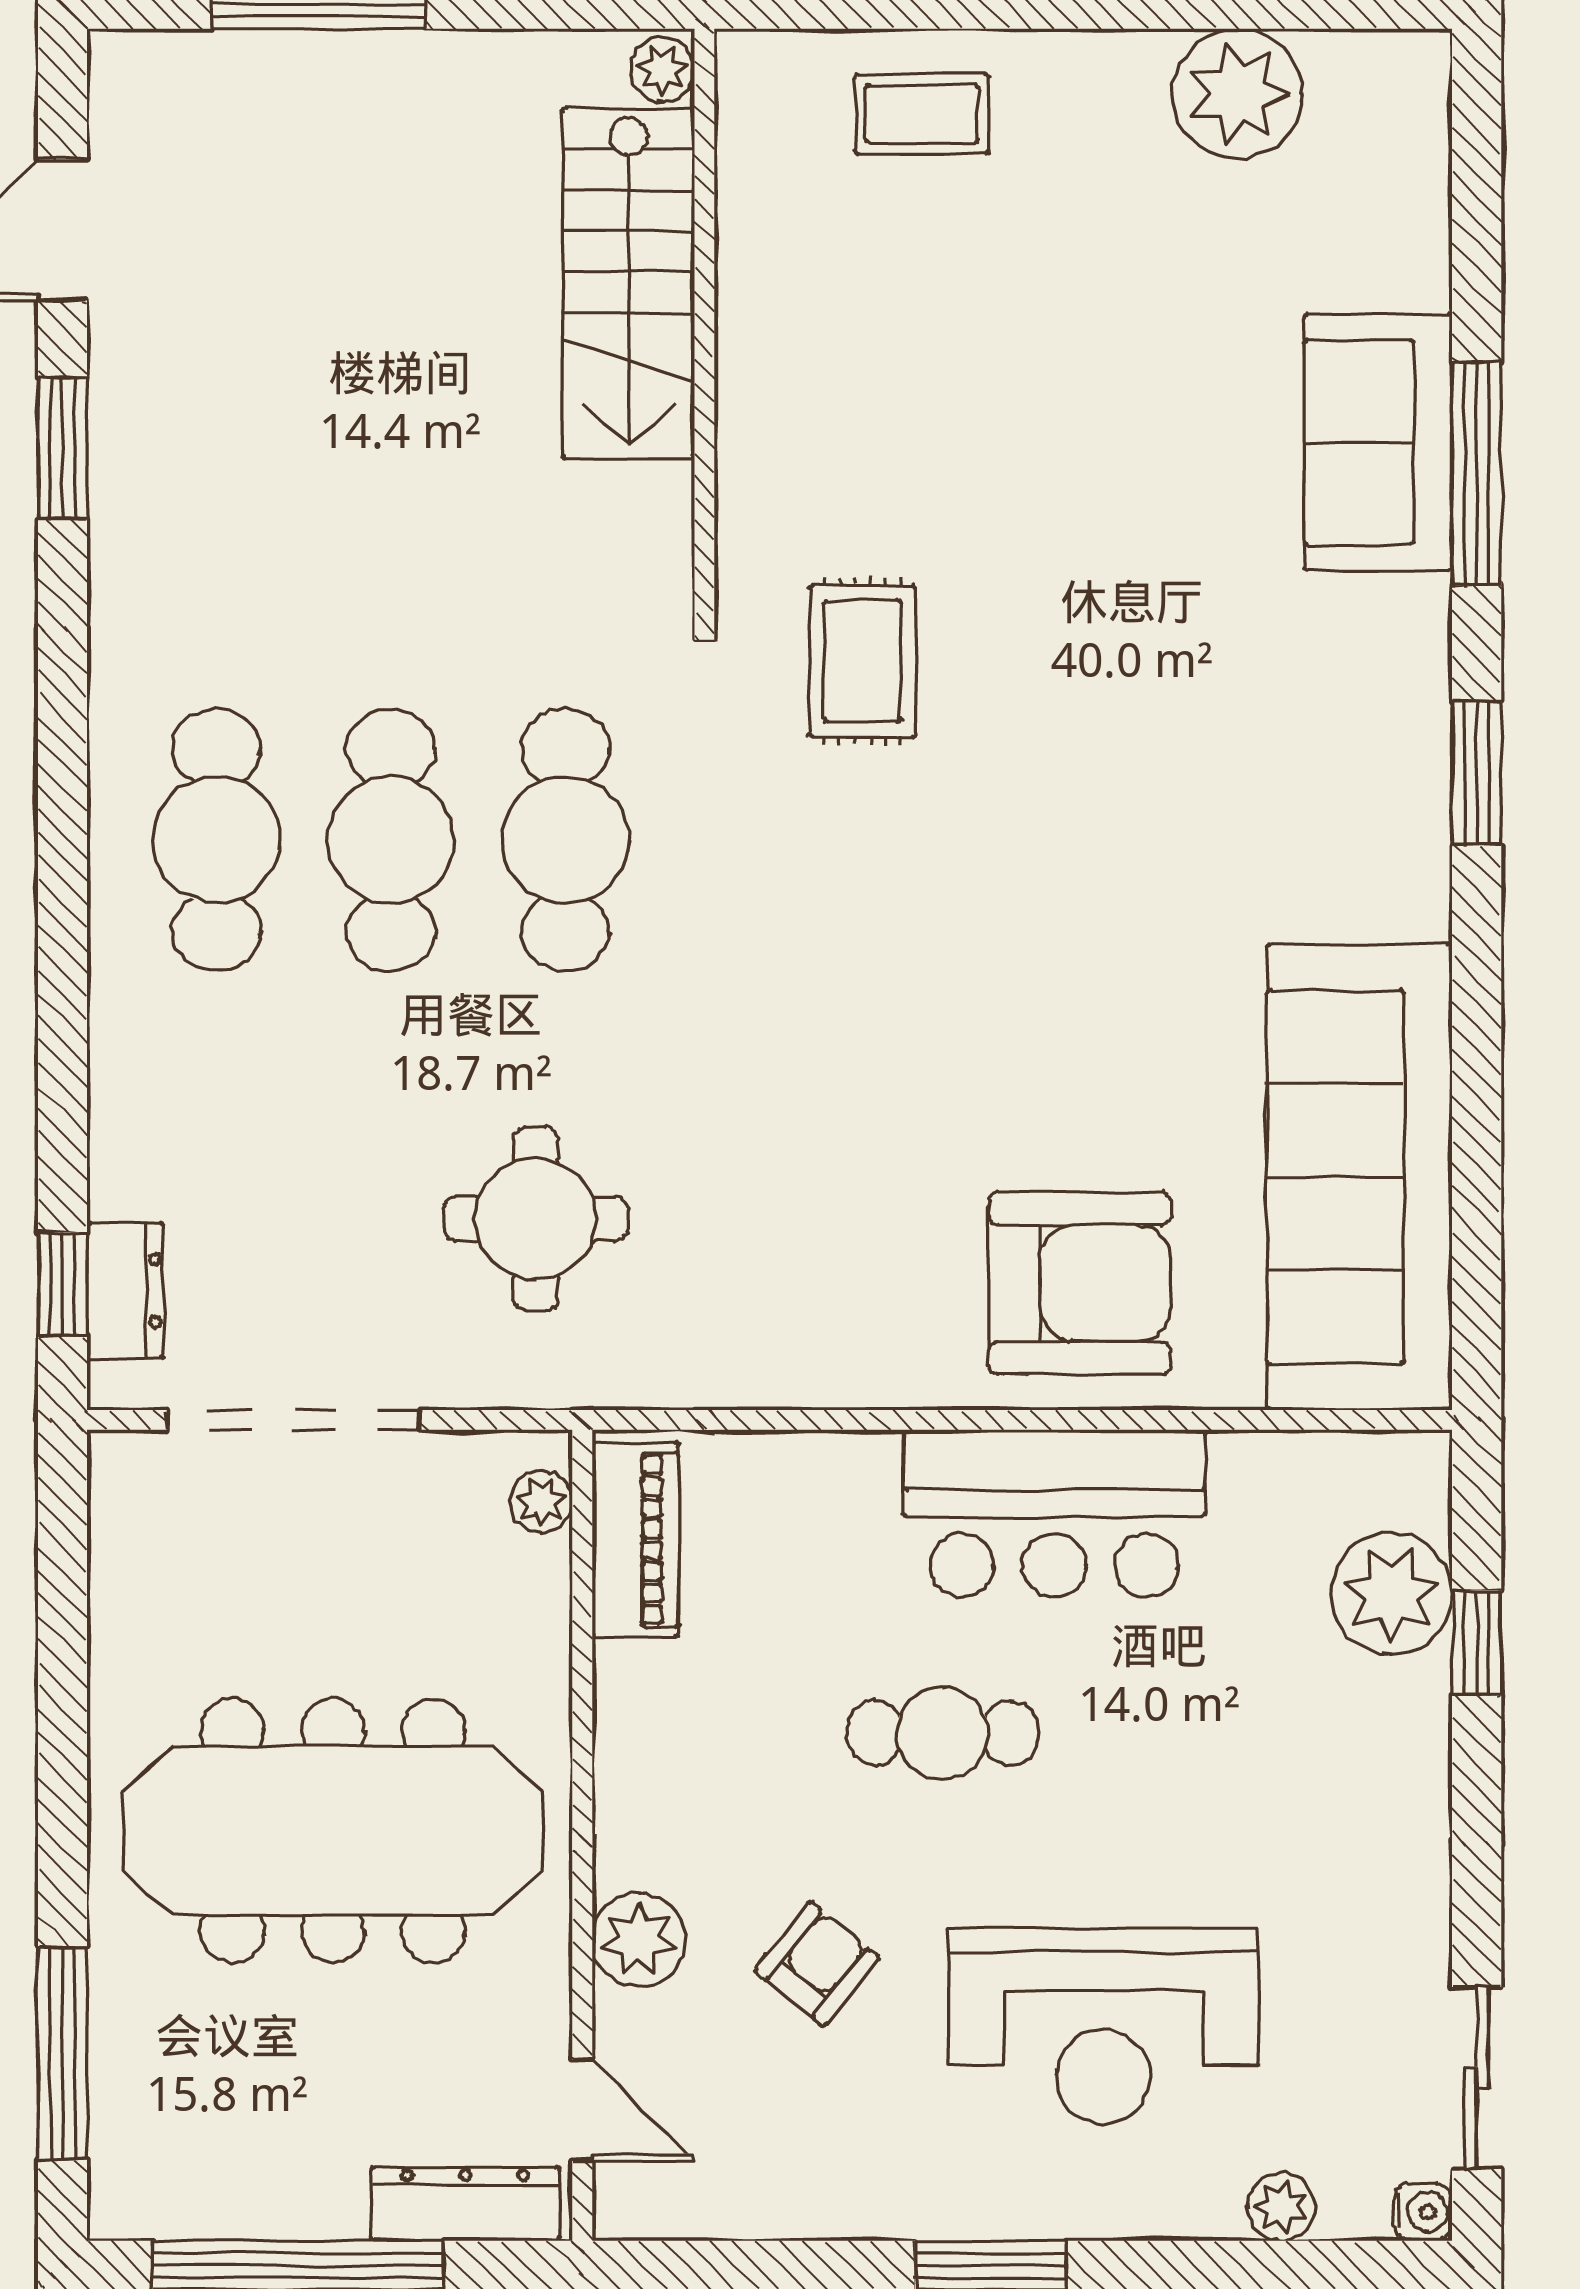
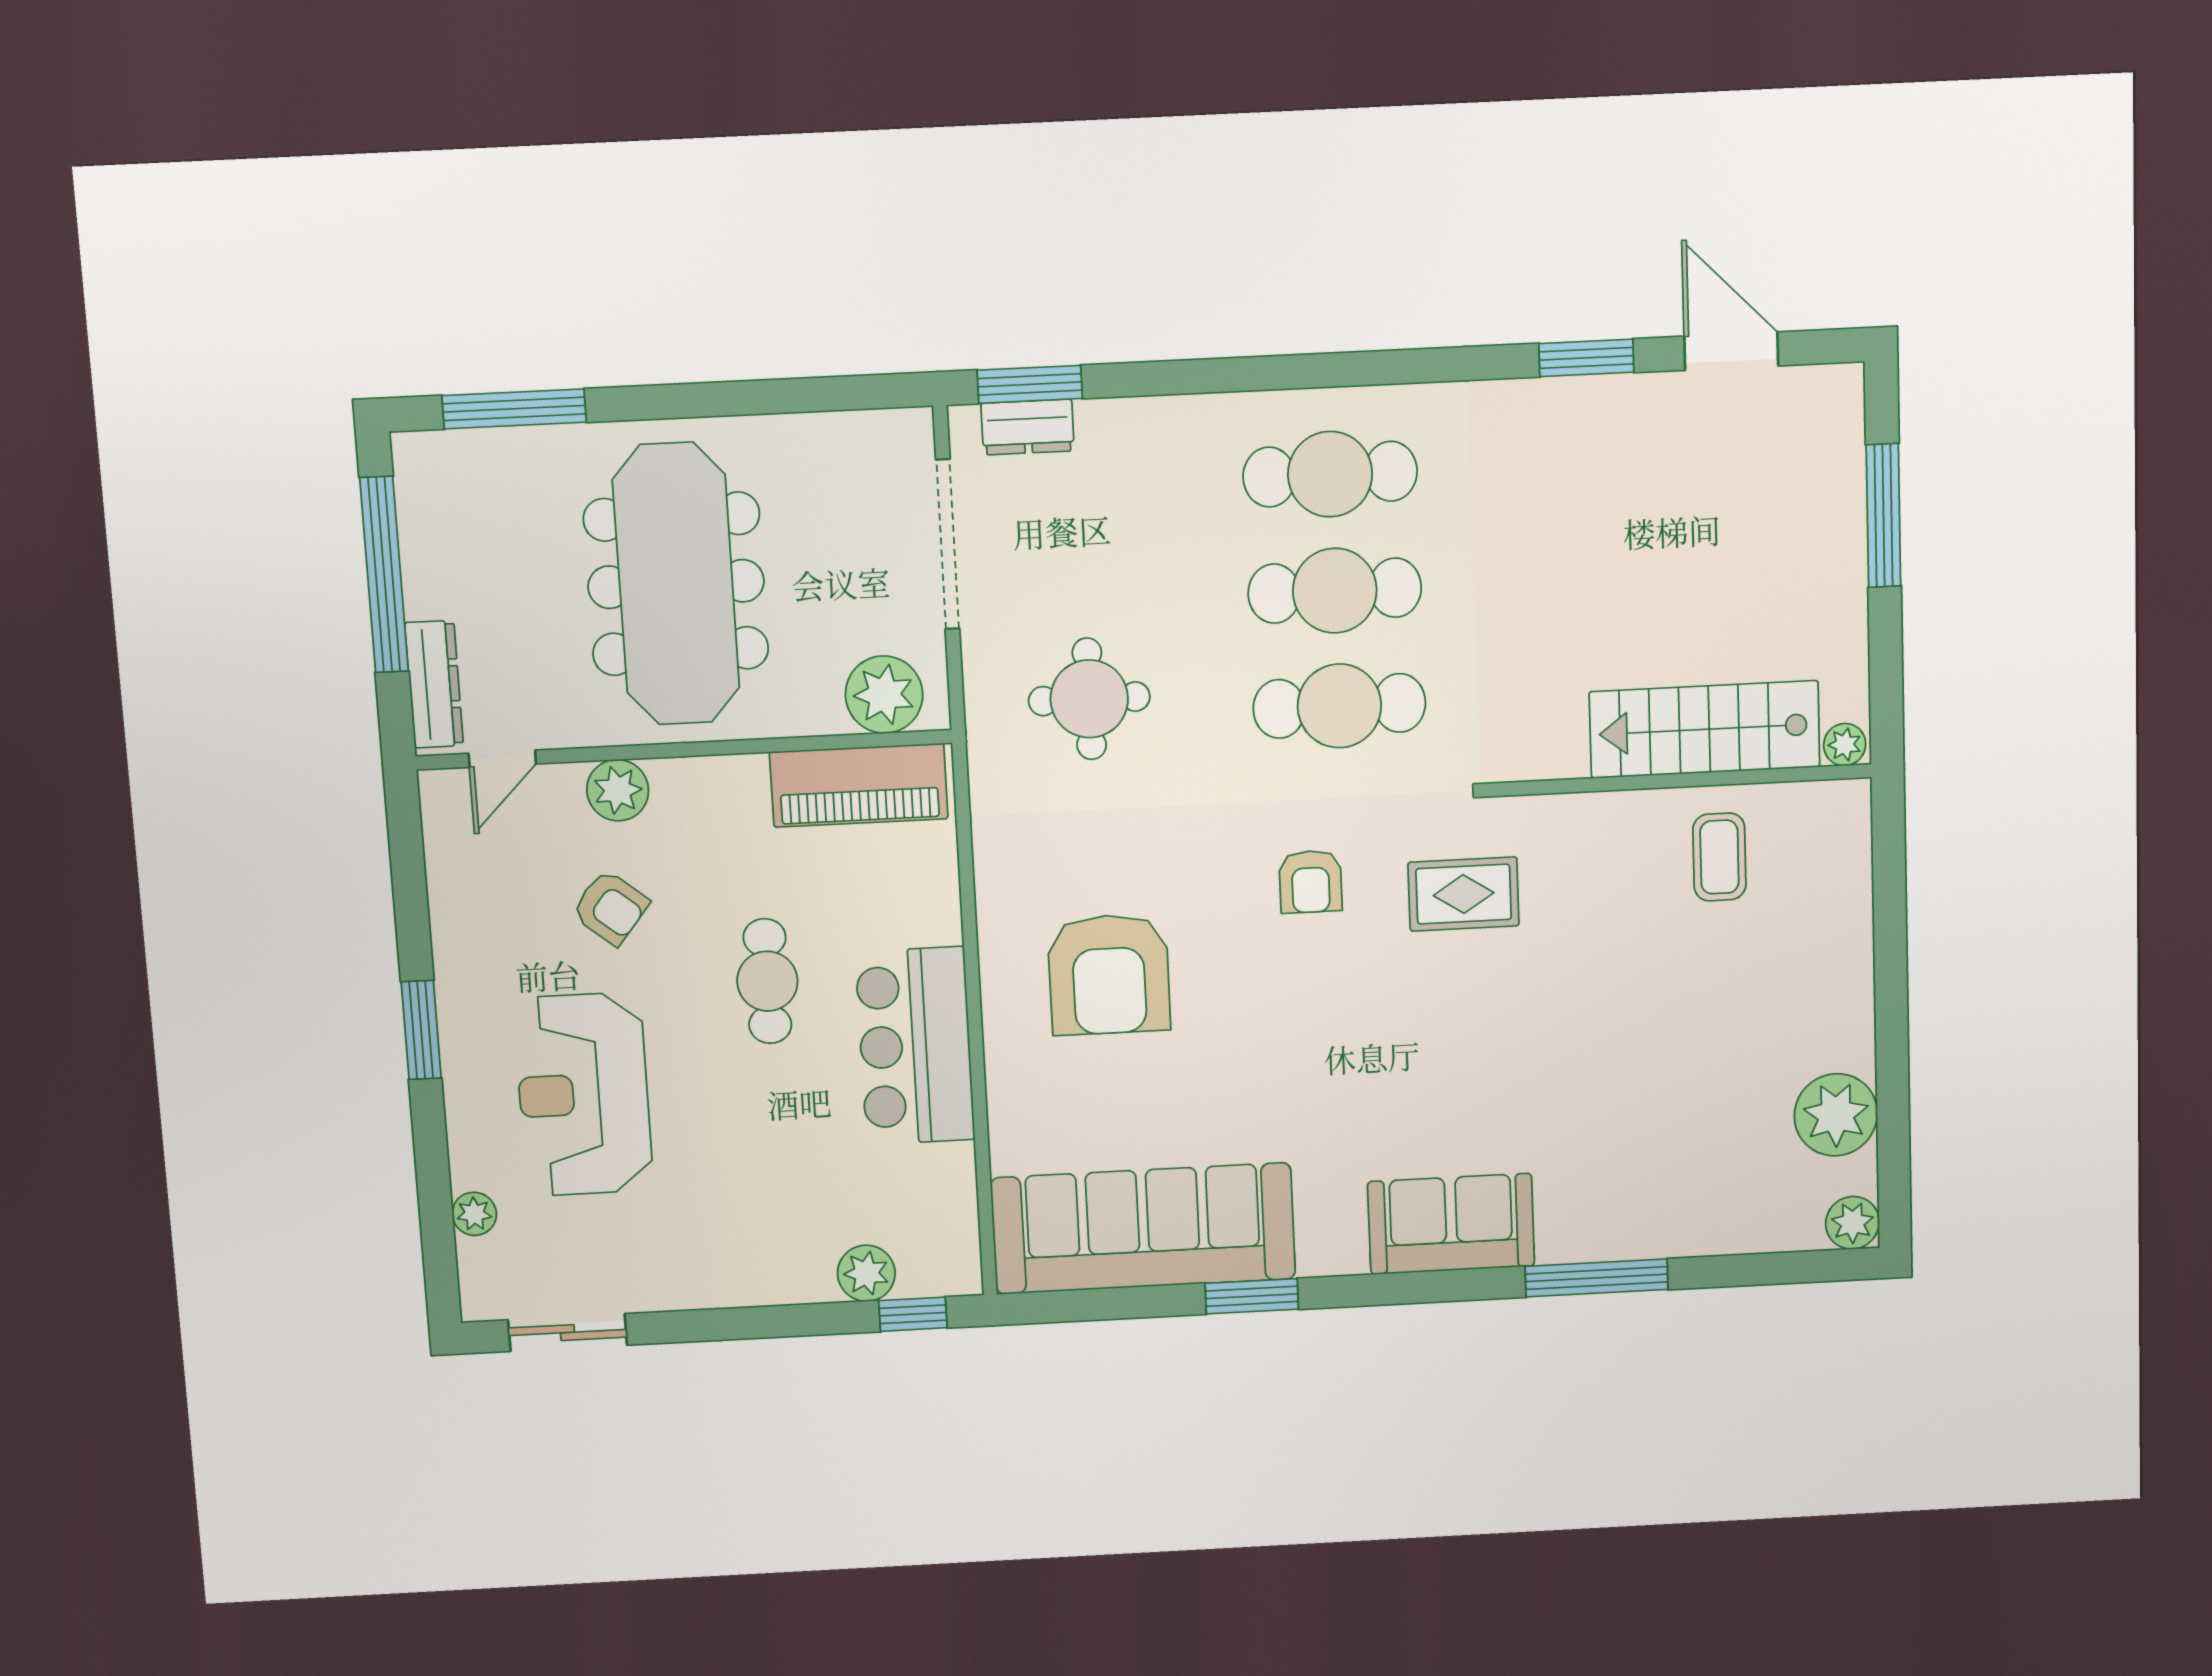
plant: (1410, 71) -> (1852, 1223), added
coffee table: (922, 114) -> (1719, 857), moved
sofa: (1378, 442) -> (1451, 1224), moved
window: (1477, 773) -> (1252, 1296), moved
armchair: (831, 895) -> (1311, 882), added
armchair: (1080, 1283) -> (1109, 974), moved
window: (63, 1284) -> (1030, 384), width x1.50
plant: (541, 1502) -> (884, 695), width x1.88, depth x1.88
piano: (635, 1540) -> (859, 785), width x1.37, depth x1.33
plant: (1391, 1594) -> (866, 1273), width x0.73, depth x0.73
window: (1477, 1642) -> (913, 1314), moved
water cooler: (1423, 2212) -> (478, 1304), removed

